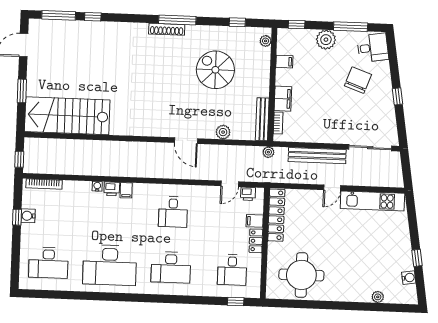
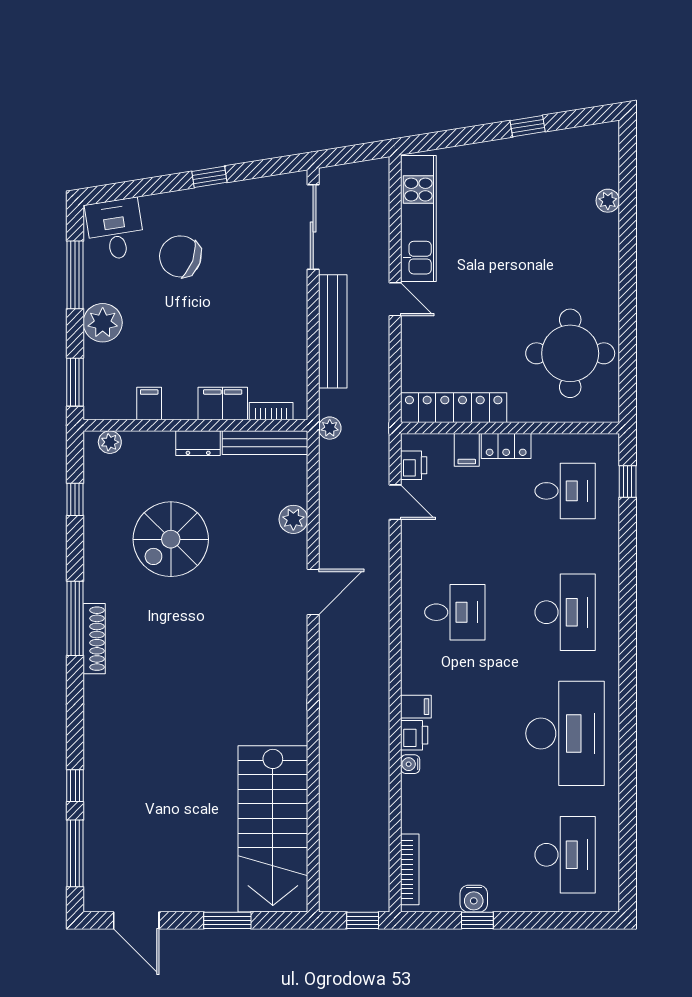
window: (297, 25) -> (75, 382), width x1.50
dresser: (263, 85) -> (198, 443), added
water cooler: (409, 278) -> (567, 141), removed

